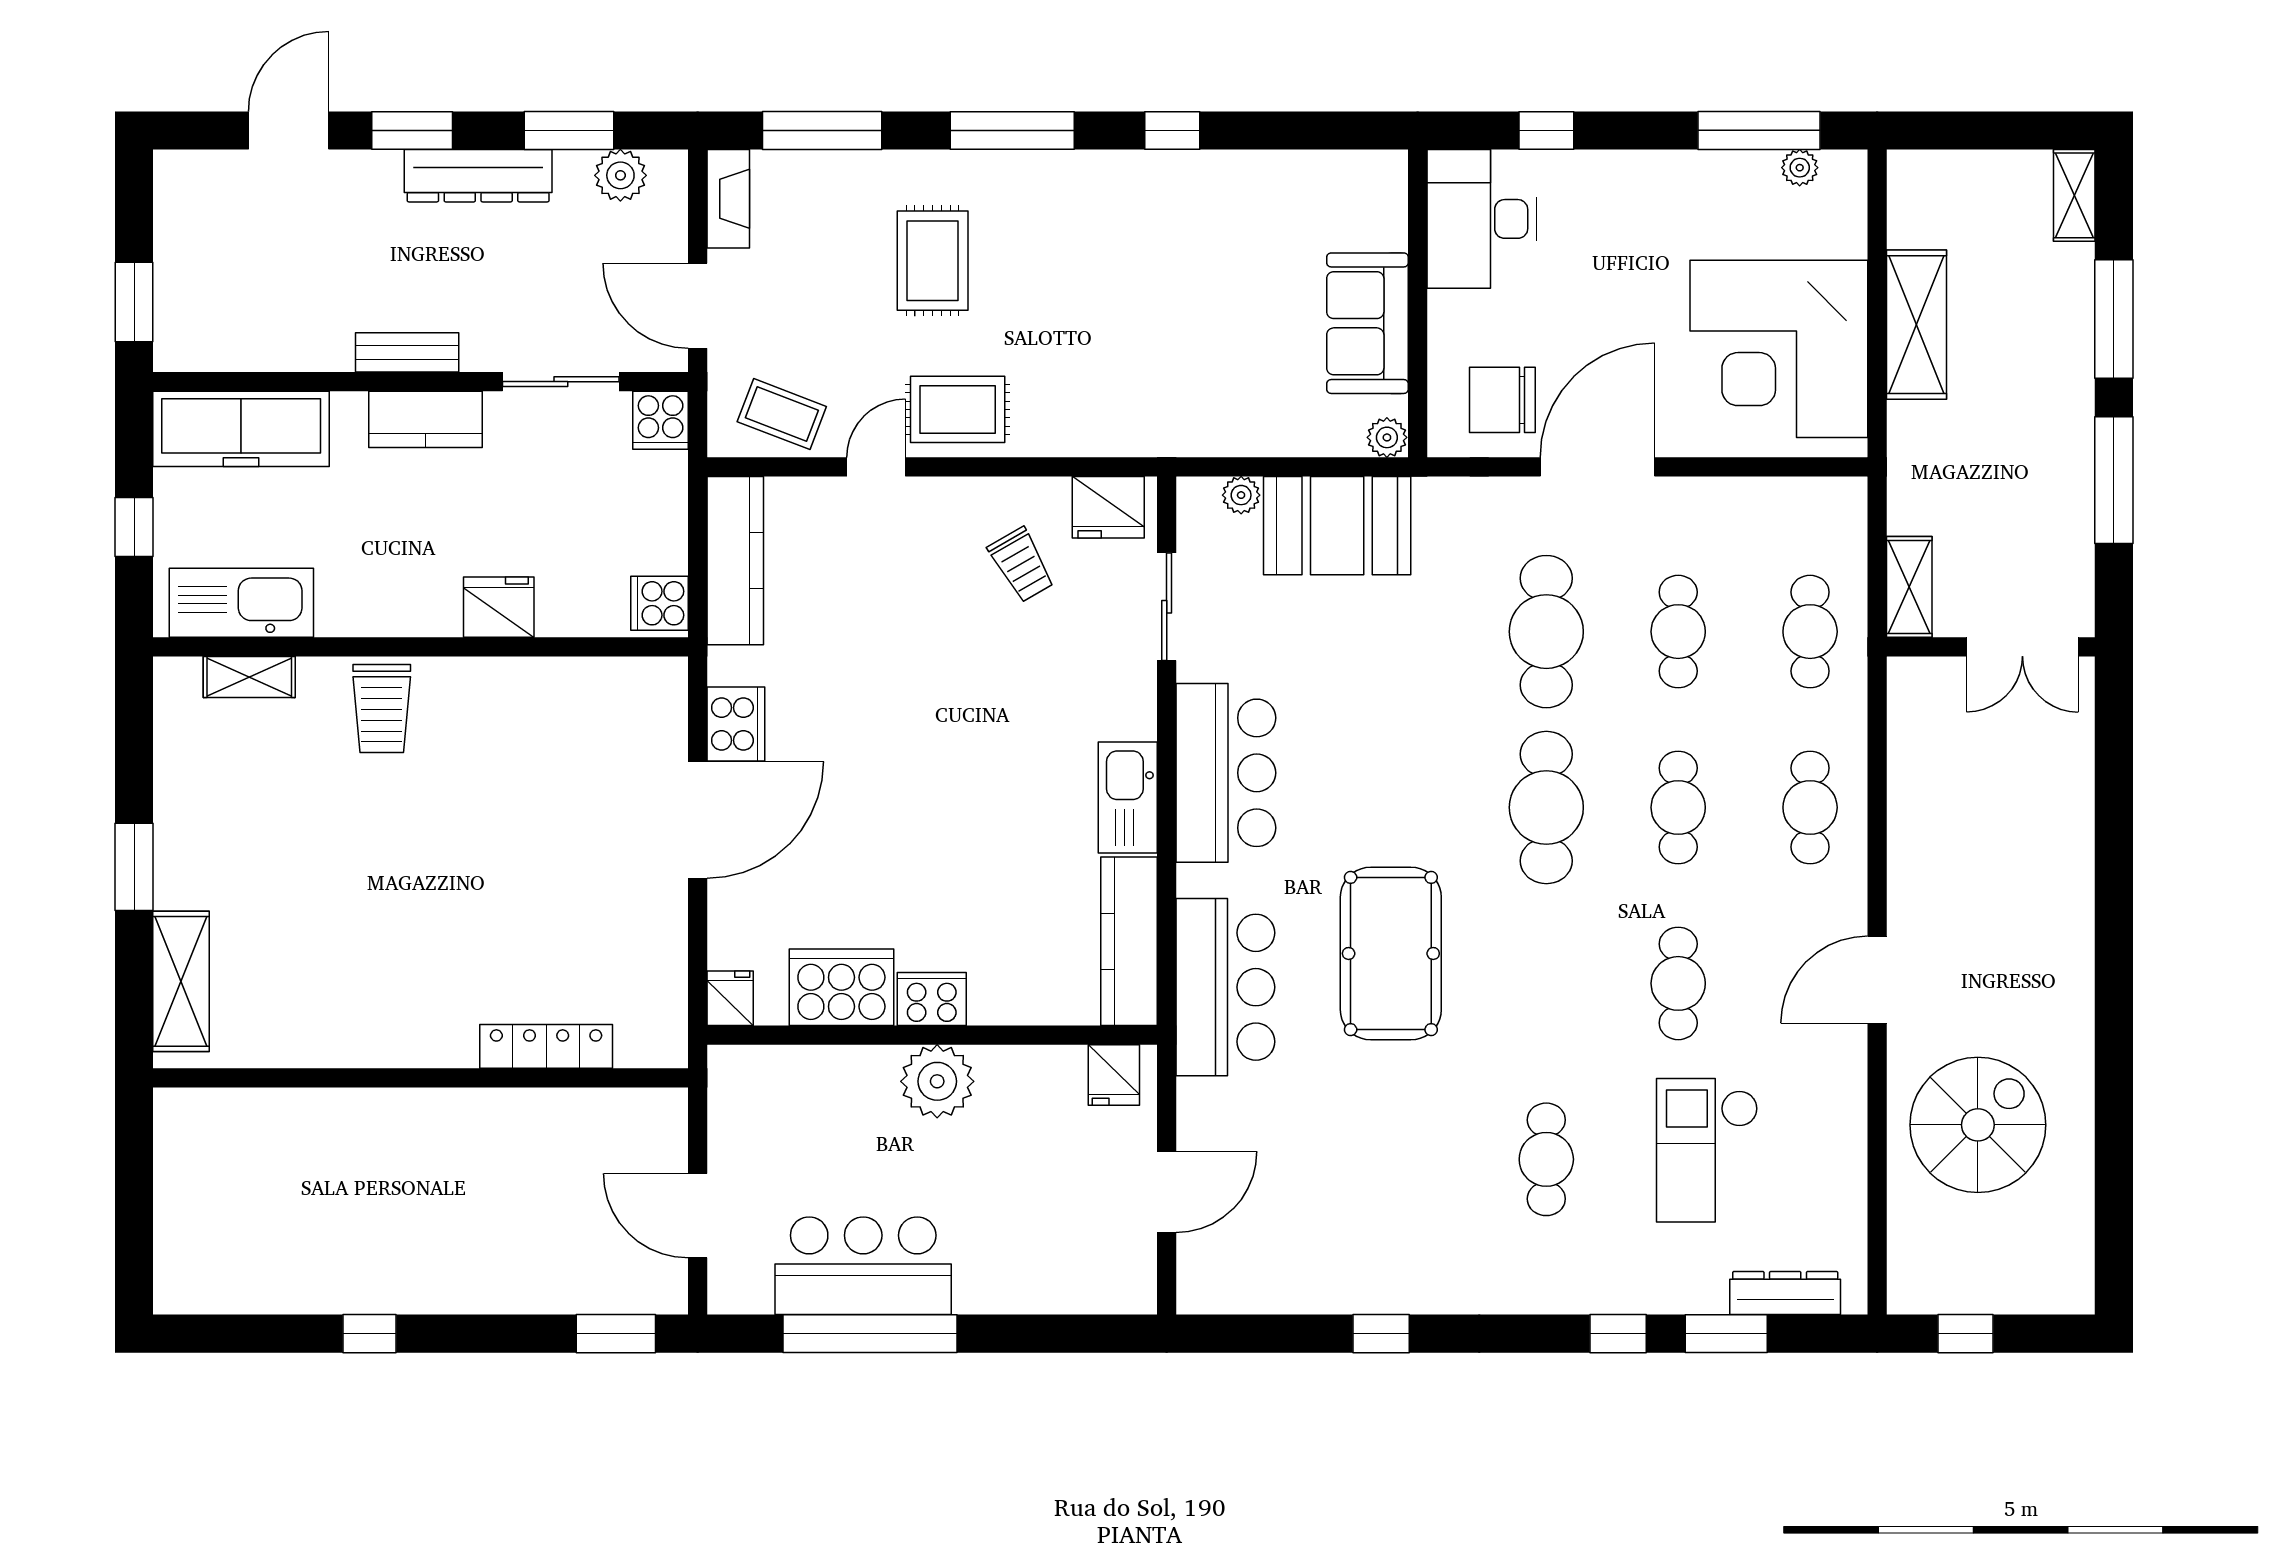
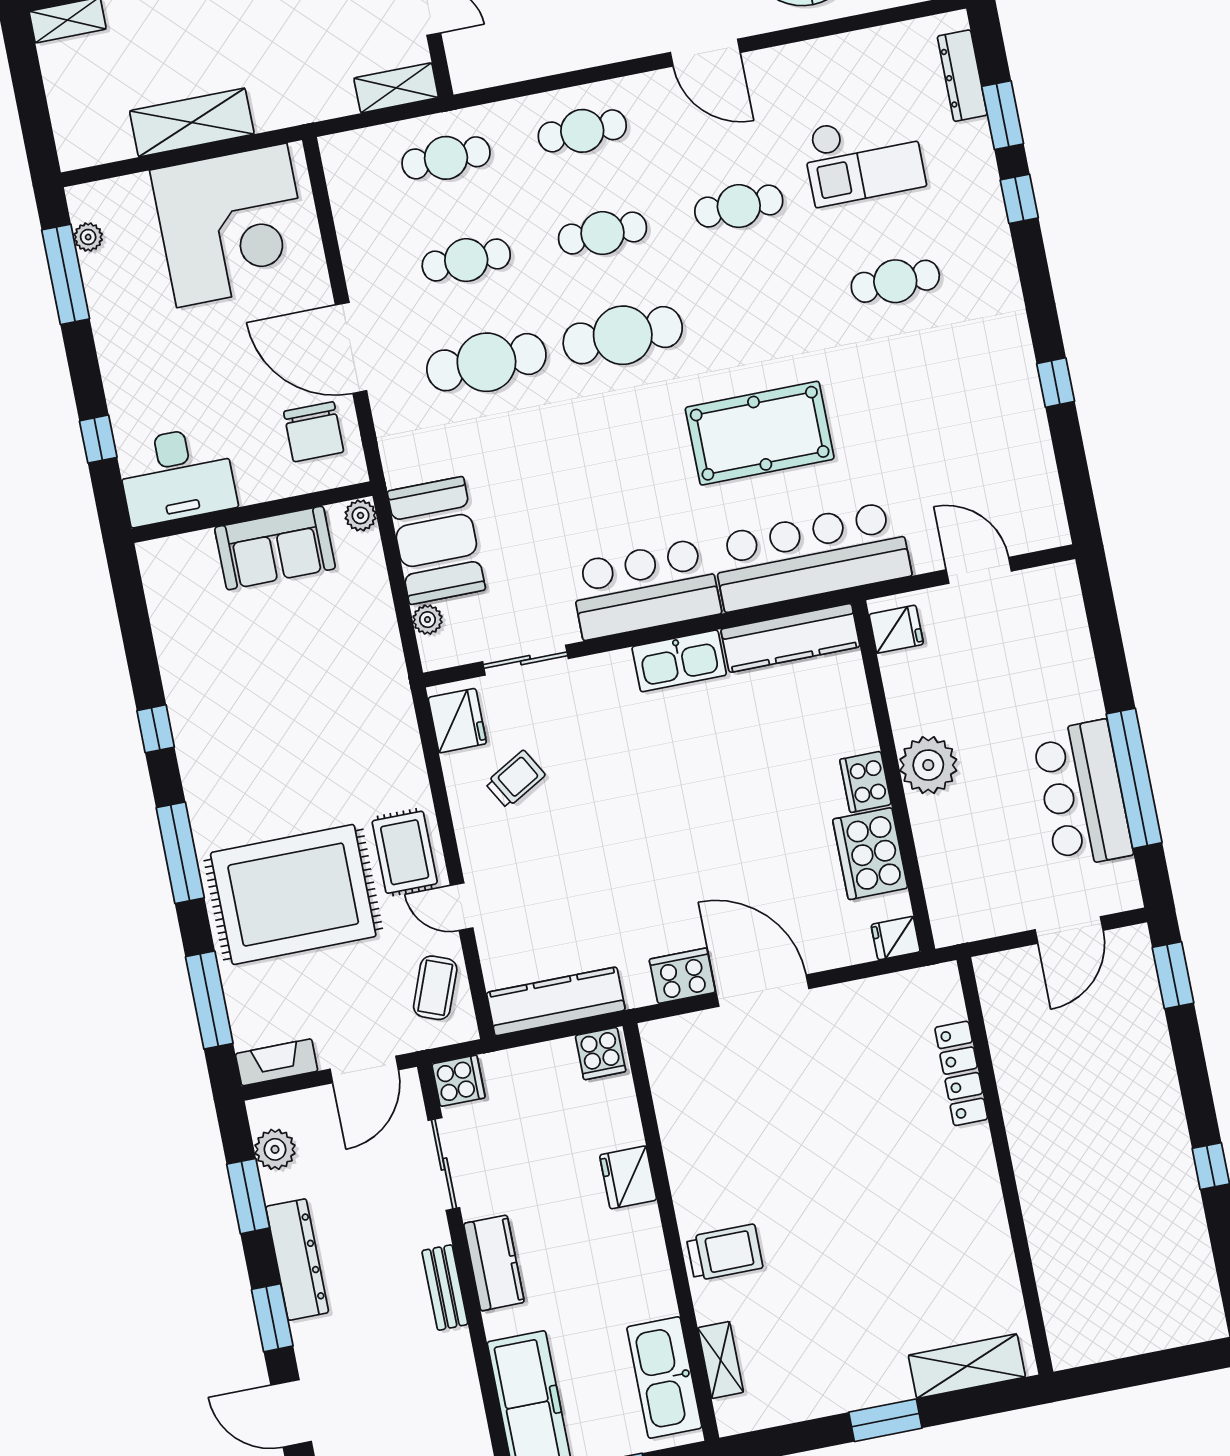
rug: (933, 261) -> (293, 895), width x1.86, depth x2.06
bar counter: (1225, 987) -> (811, 556), width x1.36

